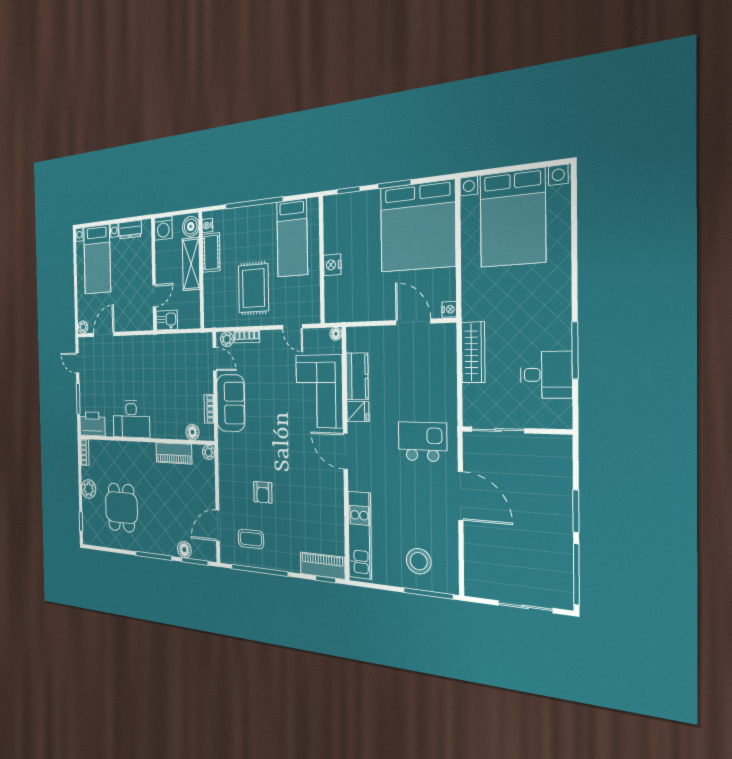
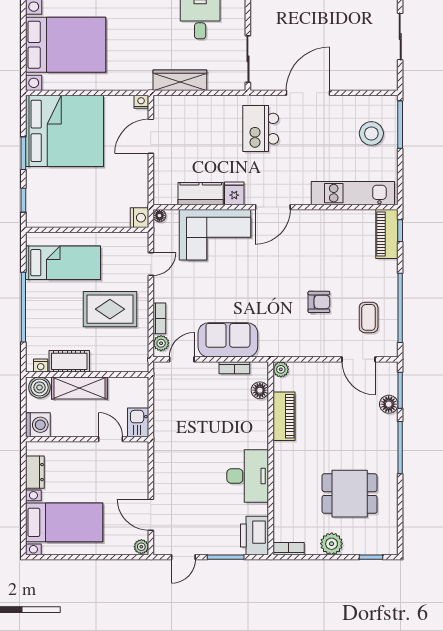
nightstand: (332, 265) -> (139, 218), moved, turned -90

